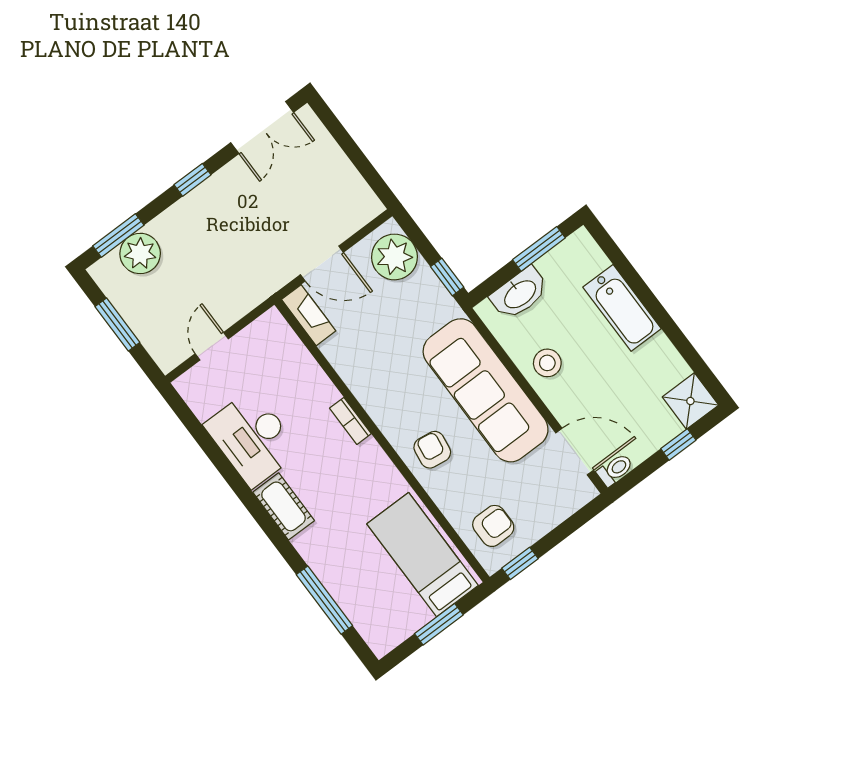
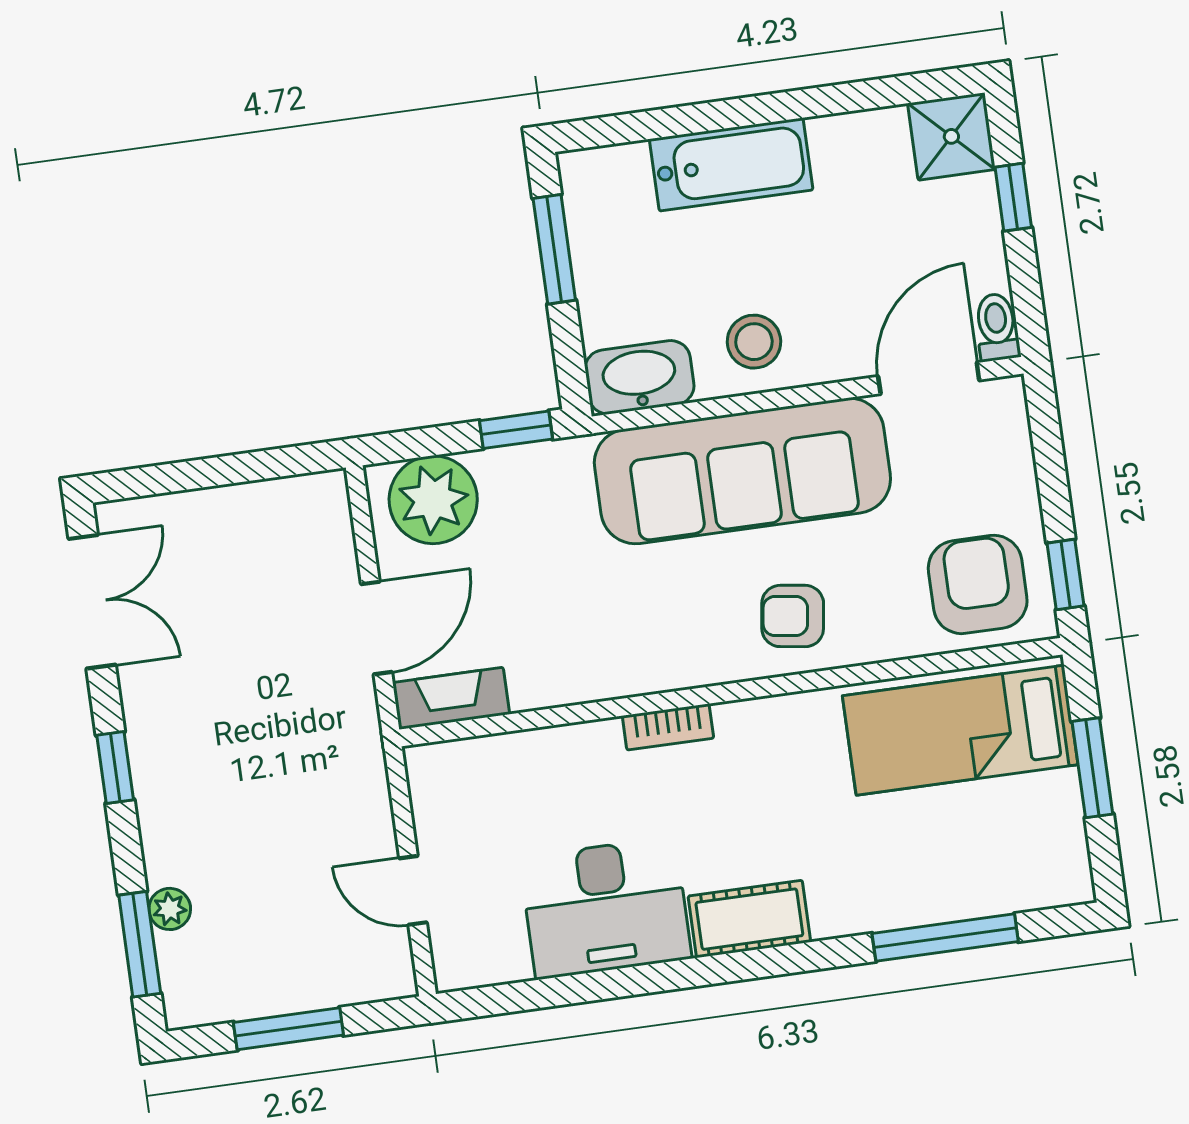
plant: (140, 253) -> (170, 909), width x0.53, depth x0.53
washbasin: (520, 293) -> (639, 377), moved, turned -90
armchair: (493, 526) -> (978, 584), width x1.38, depth x1.38

